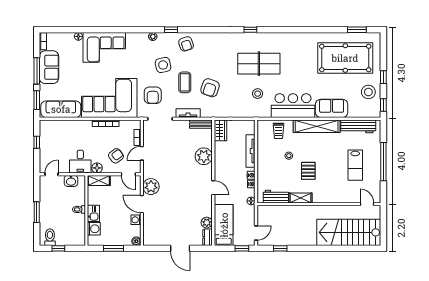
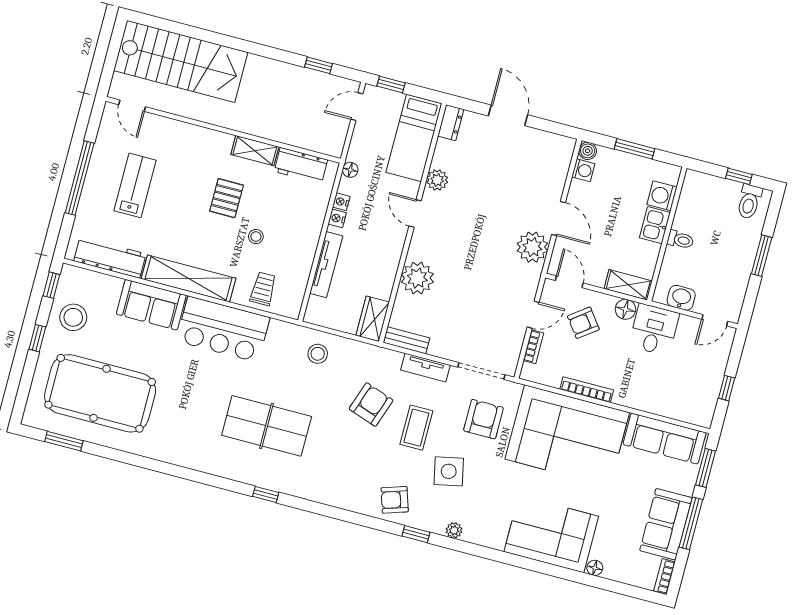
armchair: (186, 44) -> (395, 500), turned -90
stool: (258, 94) -> (318, 354), moved
washing machine: (136, 220) -> (583, 170), moved
plant: (207, 223) -> (437, 180), moved

